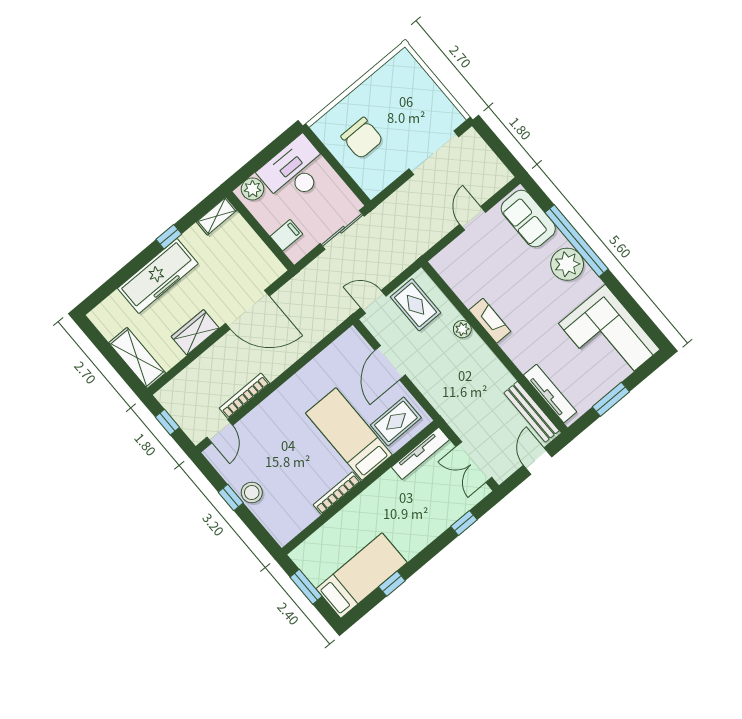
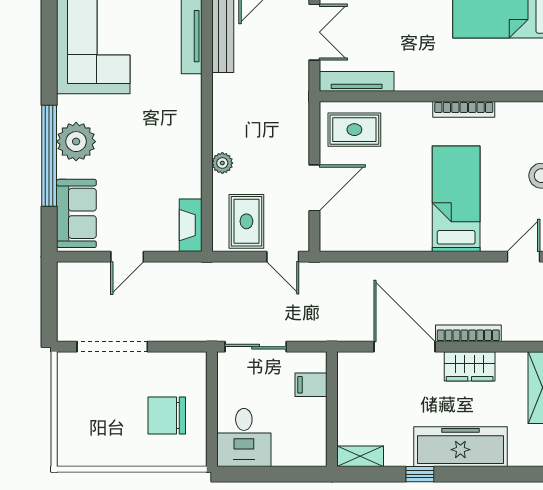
chair: (362, 138) -> (167, 416), turned -90
desk: (295, 171) -> (244, 438), width x0.73
plant: (253, 189) -> (306, 453), removed
fireplace: (490, 321) -> (191, 225), moved
bookcase: (244, 396) -> (468, 333), moved, turned 180
bed: (349, 434) -> (456, 199), moved, turned 180

